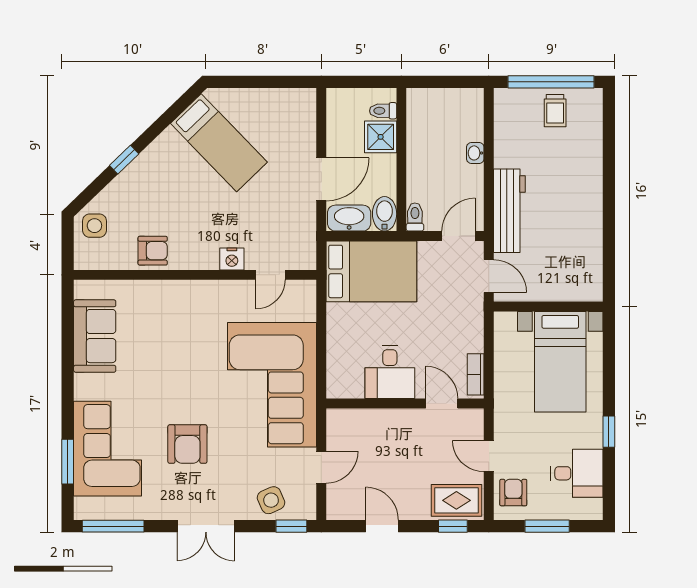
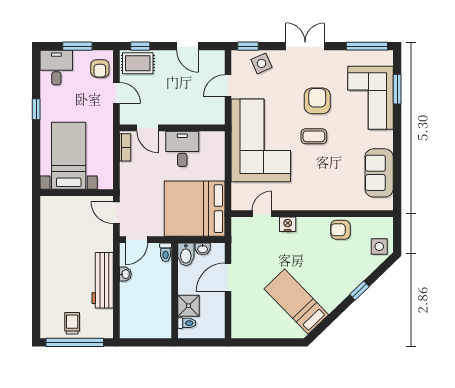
washbasin: (475, 153) -> (125, 274), moved
workbench: (509, 211) -> (103, 280), moved
washbasin: (349, 218) -> (203, 249), width x0.52, depth x0.69
bed: (371, 271) -> (195, 209), width x1.36
coffee table: (192, 391) -> (314, 136), added
desk: (577, 473) -> (56, 68), moved, turned 90

